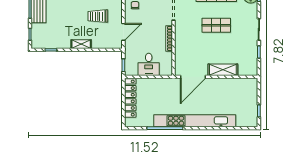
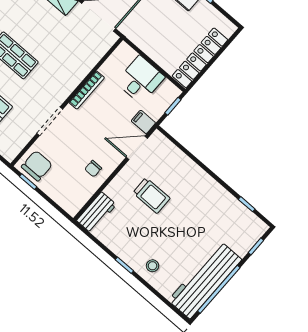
shelving: (81, 44) -> (203, 179), removed
filing cabinet: (131, 46) -> (143, 122), added

